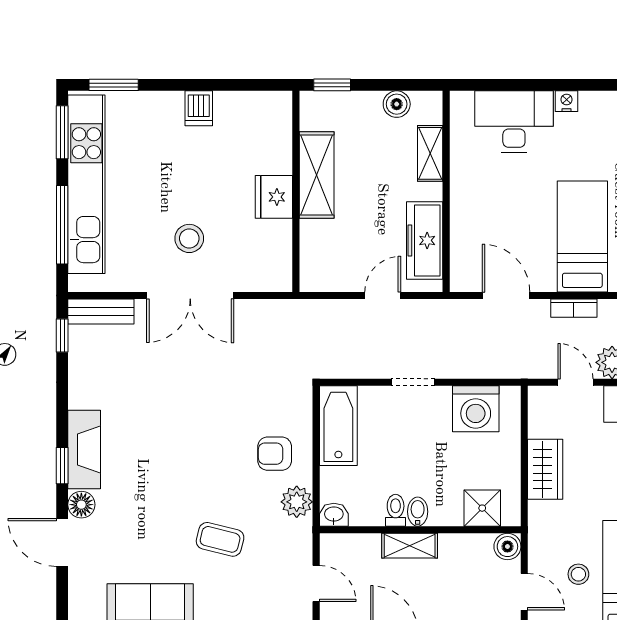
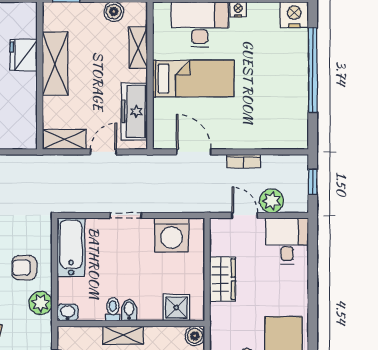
fridge: (274, 197) -> (24, 55), moved
bed: (582, 236) -> (193, 79), moved, turned 90
shelving: (329, 279) -> (64, 139), added

